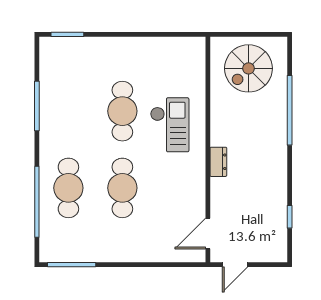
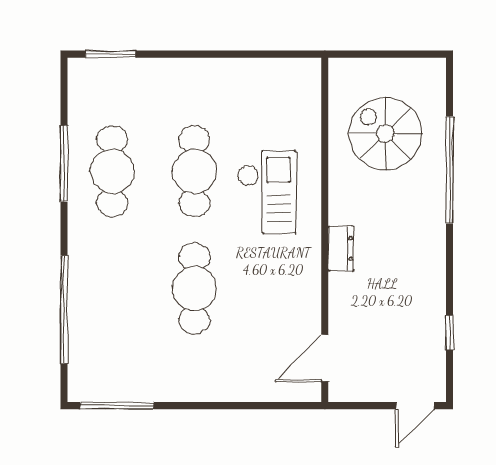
spiral stairs: (248, 68) -> (385, 134), moved, turned 90
cafe table: (68, 188) -> (112, 171), moved
door: (235, 265) -> (415, 406), moved

